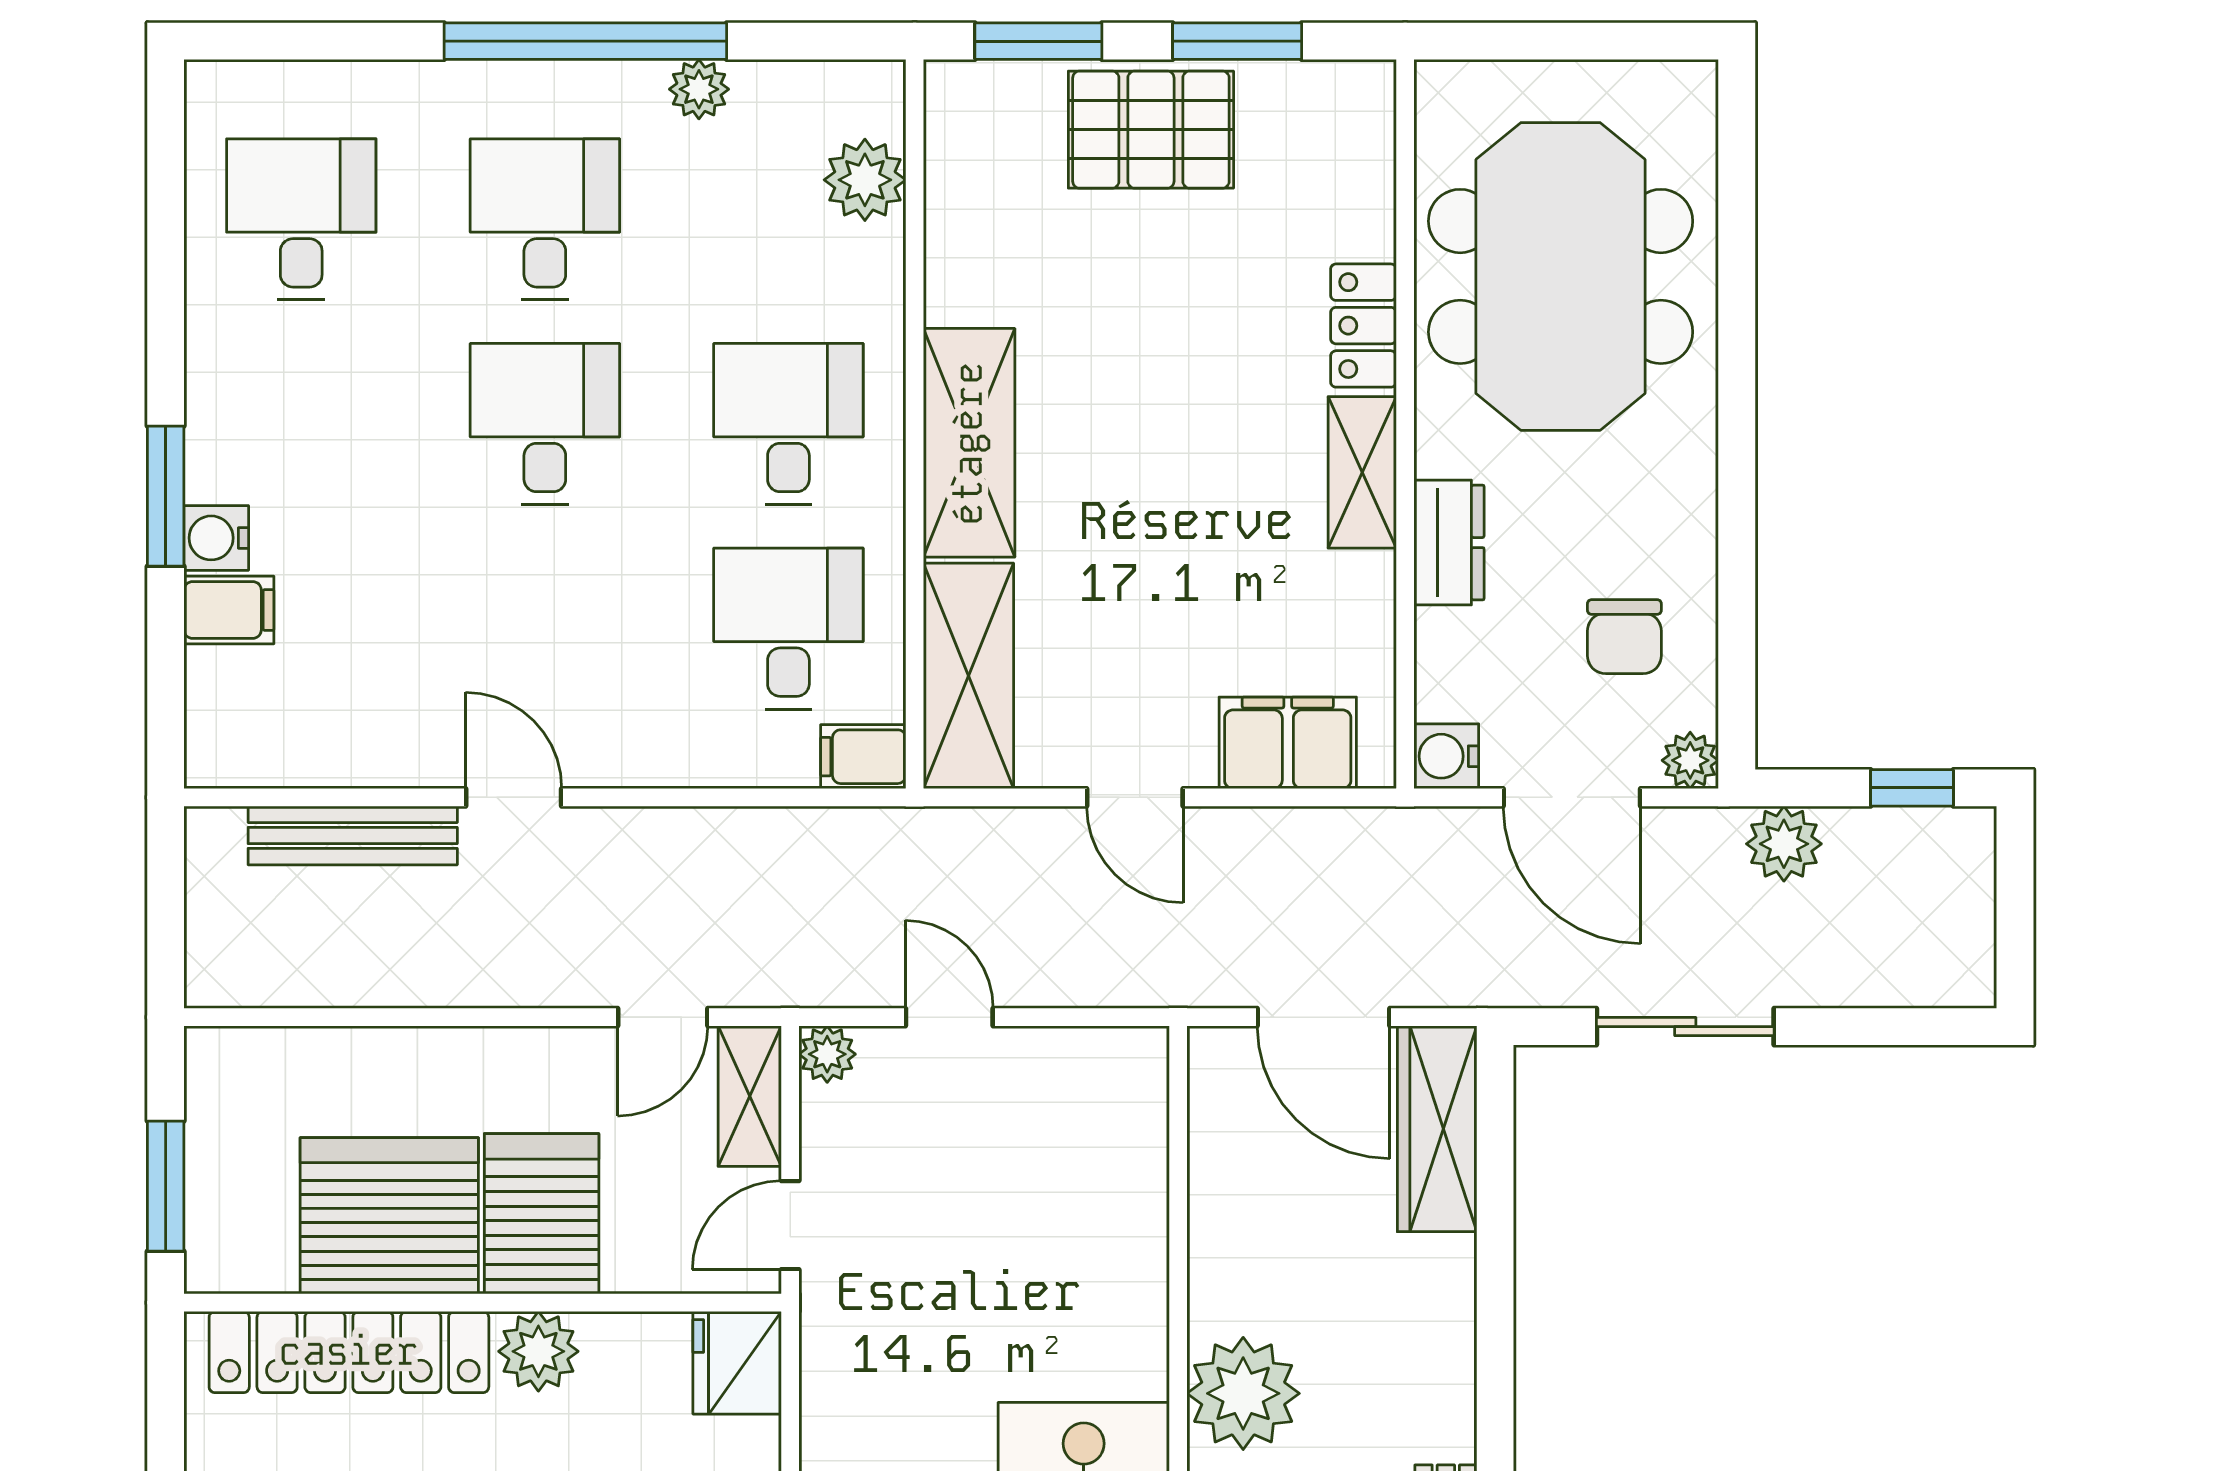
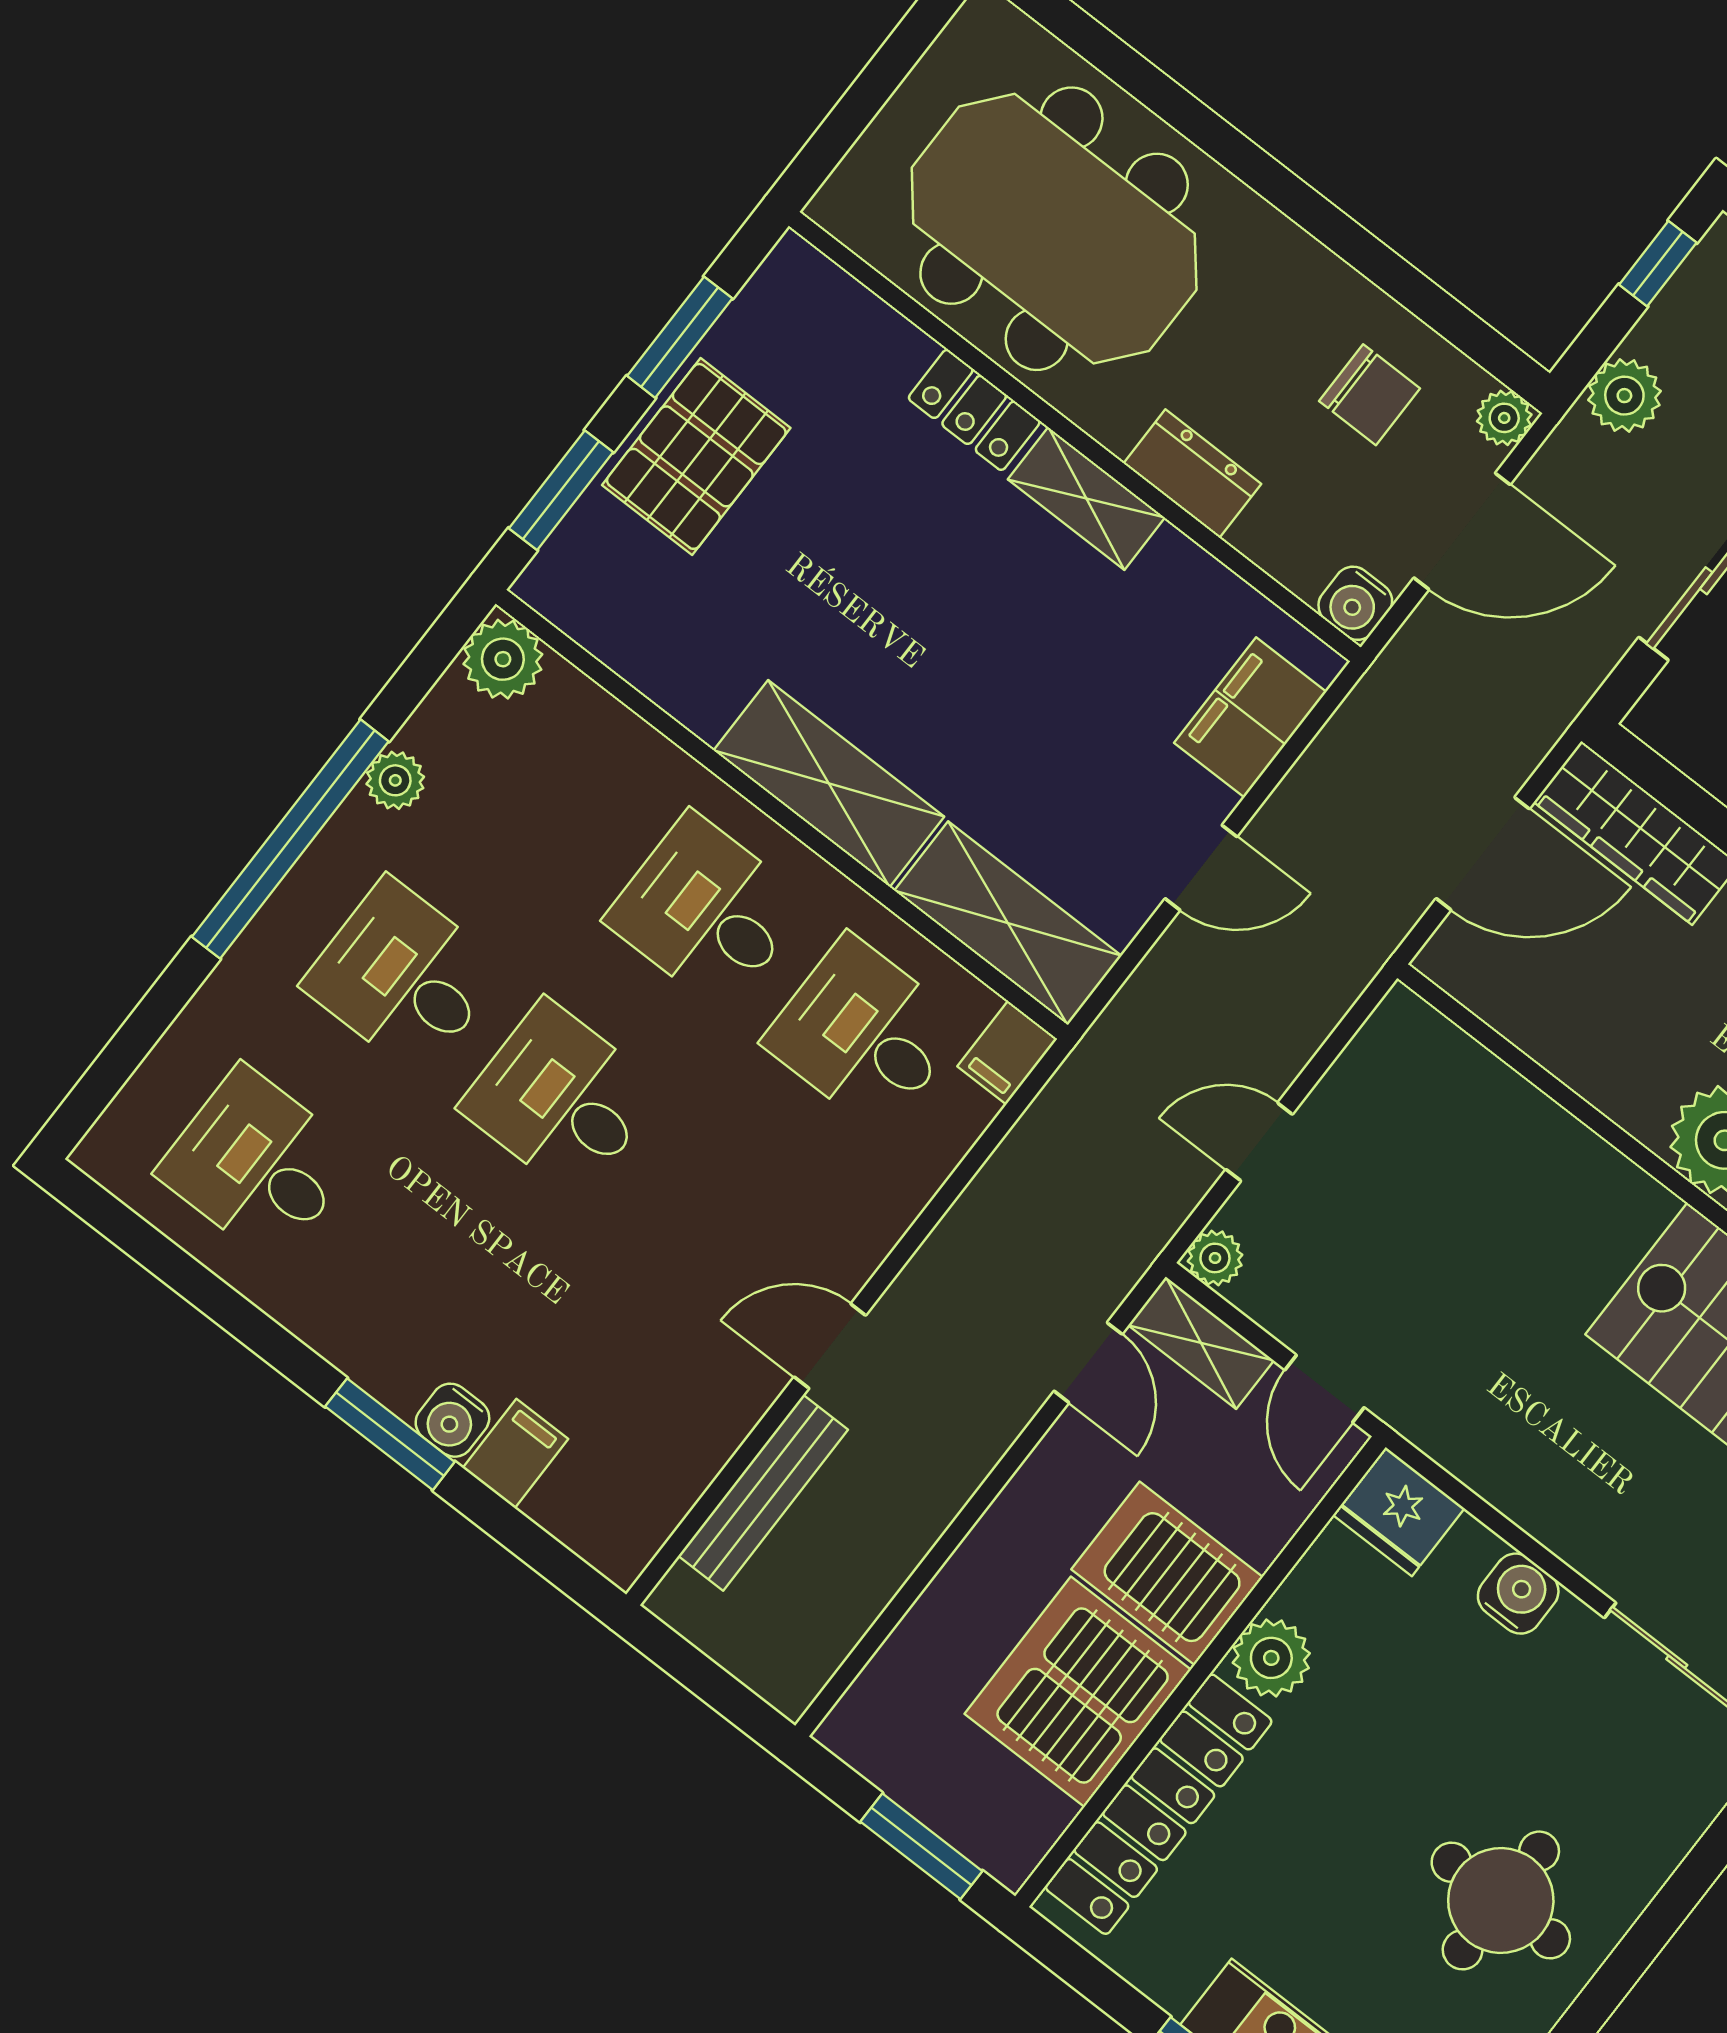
plant: (865, 180) -> (503, 659), moved

